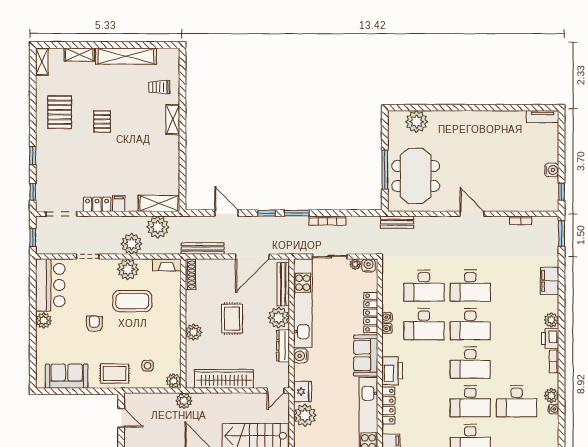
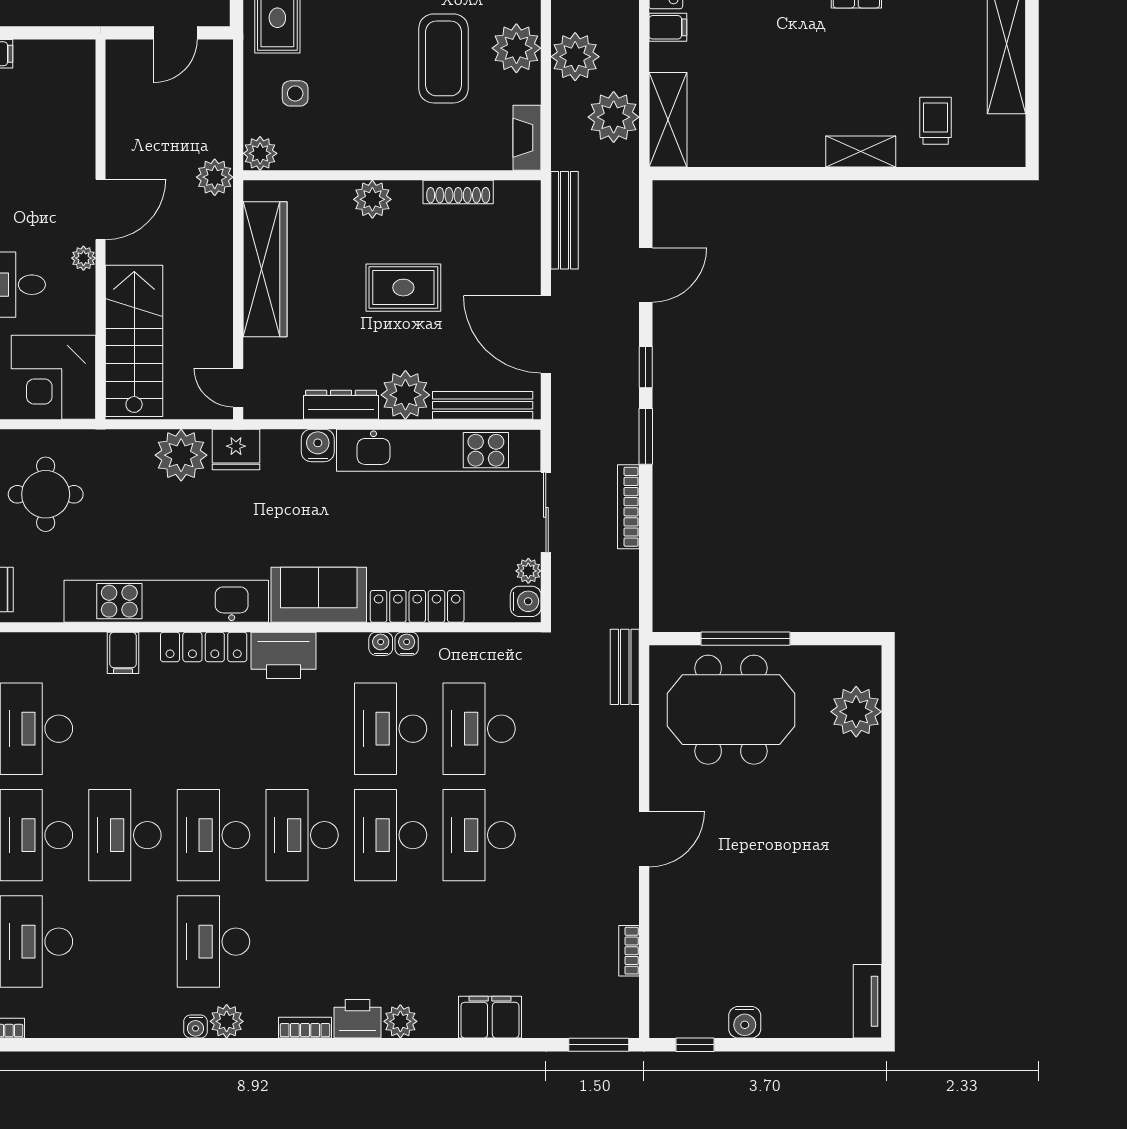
shoe rack: (190, 275) -> (458, 192), moved

